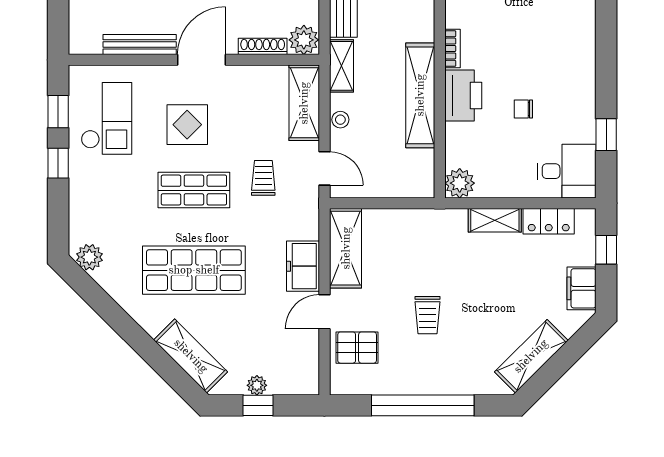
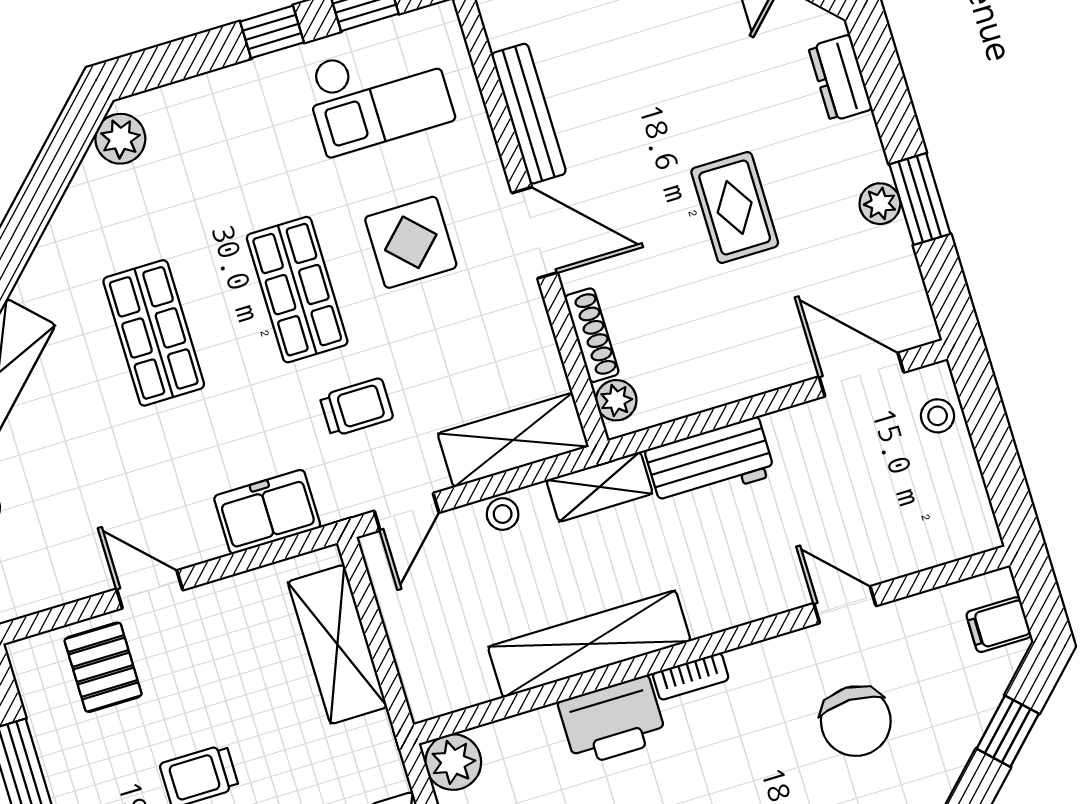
plant: (304, 40) -> (616, 400), width x0.73, depth x0.73
shelving: (346, 248) -> (337, 644), moved, turned 90
freezer: (303, 266) -> (267, 512), moved
shop shelf: (194, 270) -> (154, 333), width x0.70, depth x0.74

